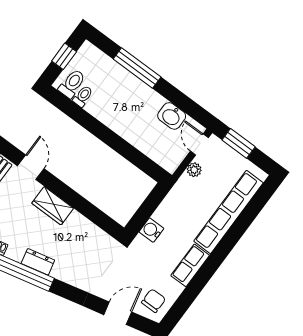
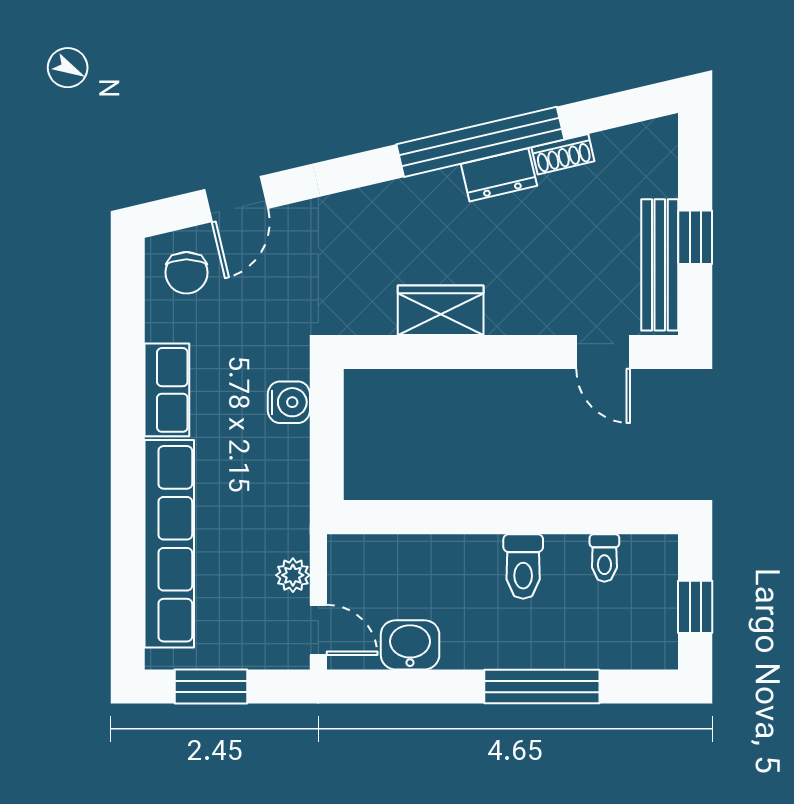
toilet: (72, 84) -> (523, 566), moved
window: (239, 143) -> (211, 686), moved
wardrobe: (53, 206) -> (441, 310), moved
dresser: (38, 262) -> (499, 175), moved

